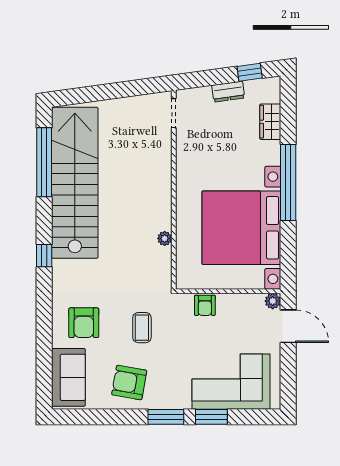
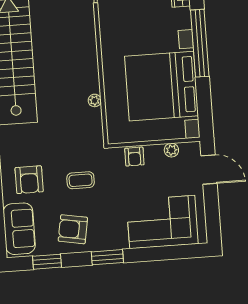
plant: (273, 301) -> (171, 150), moved
coffee table: (142, 328) -> (81, 180), turned 90
window: (211, 417) -> (47, 262), moved

